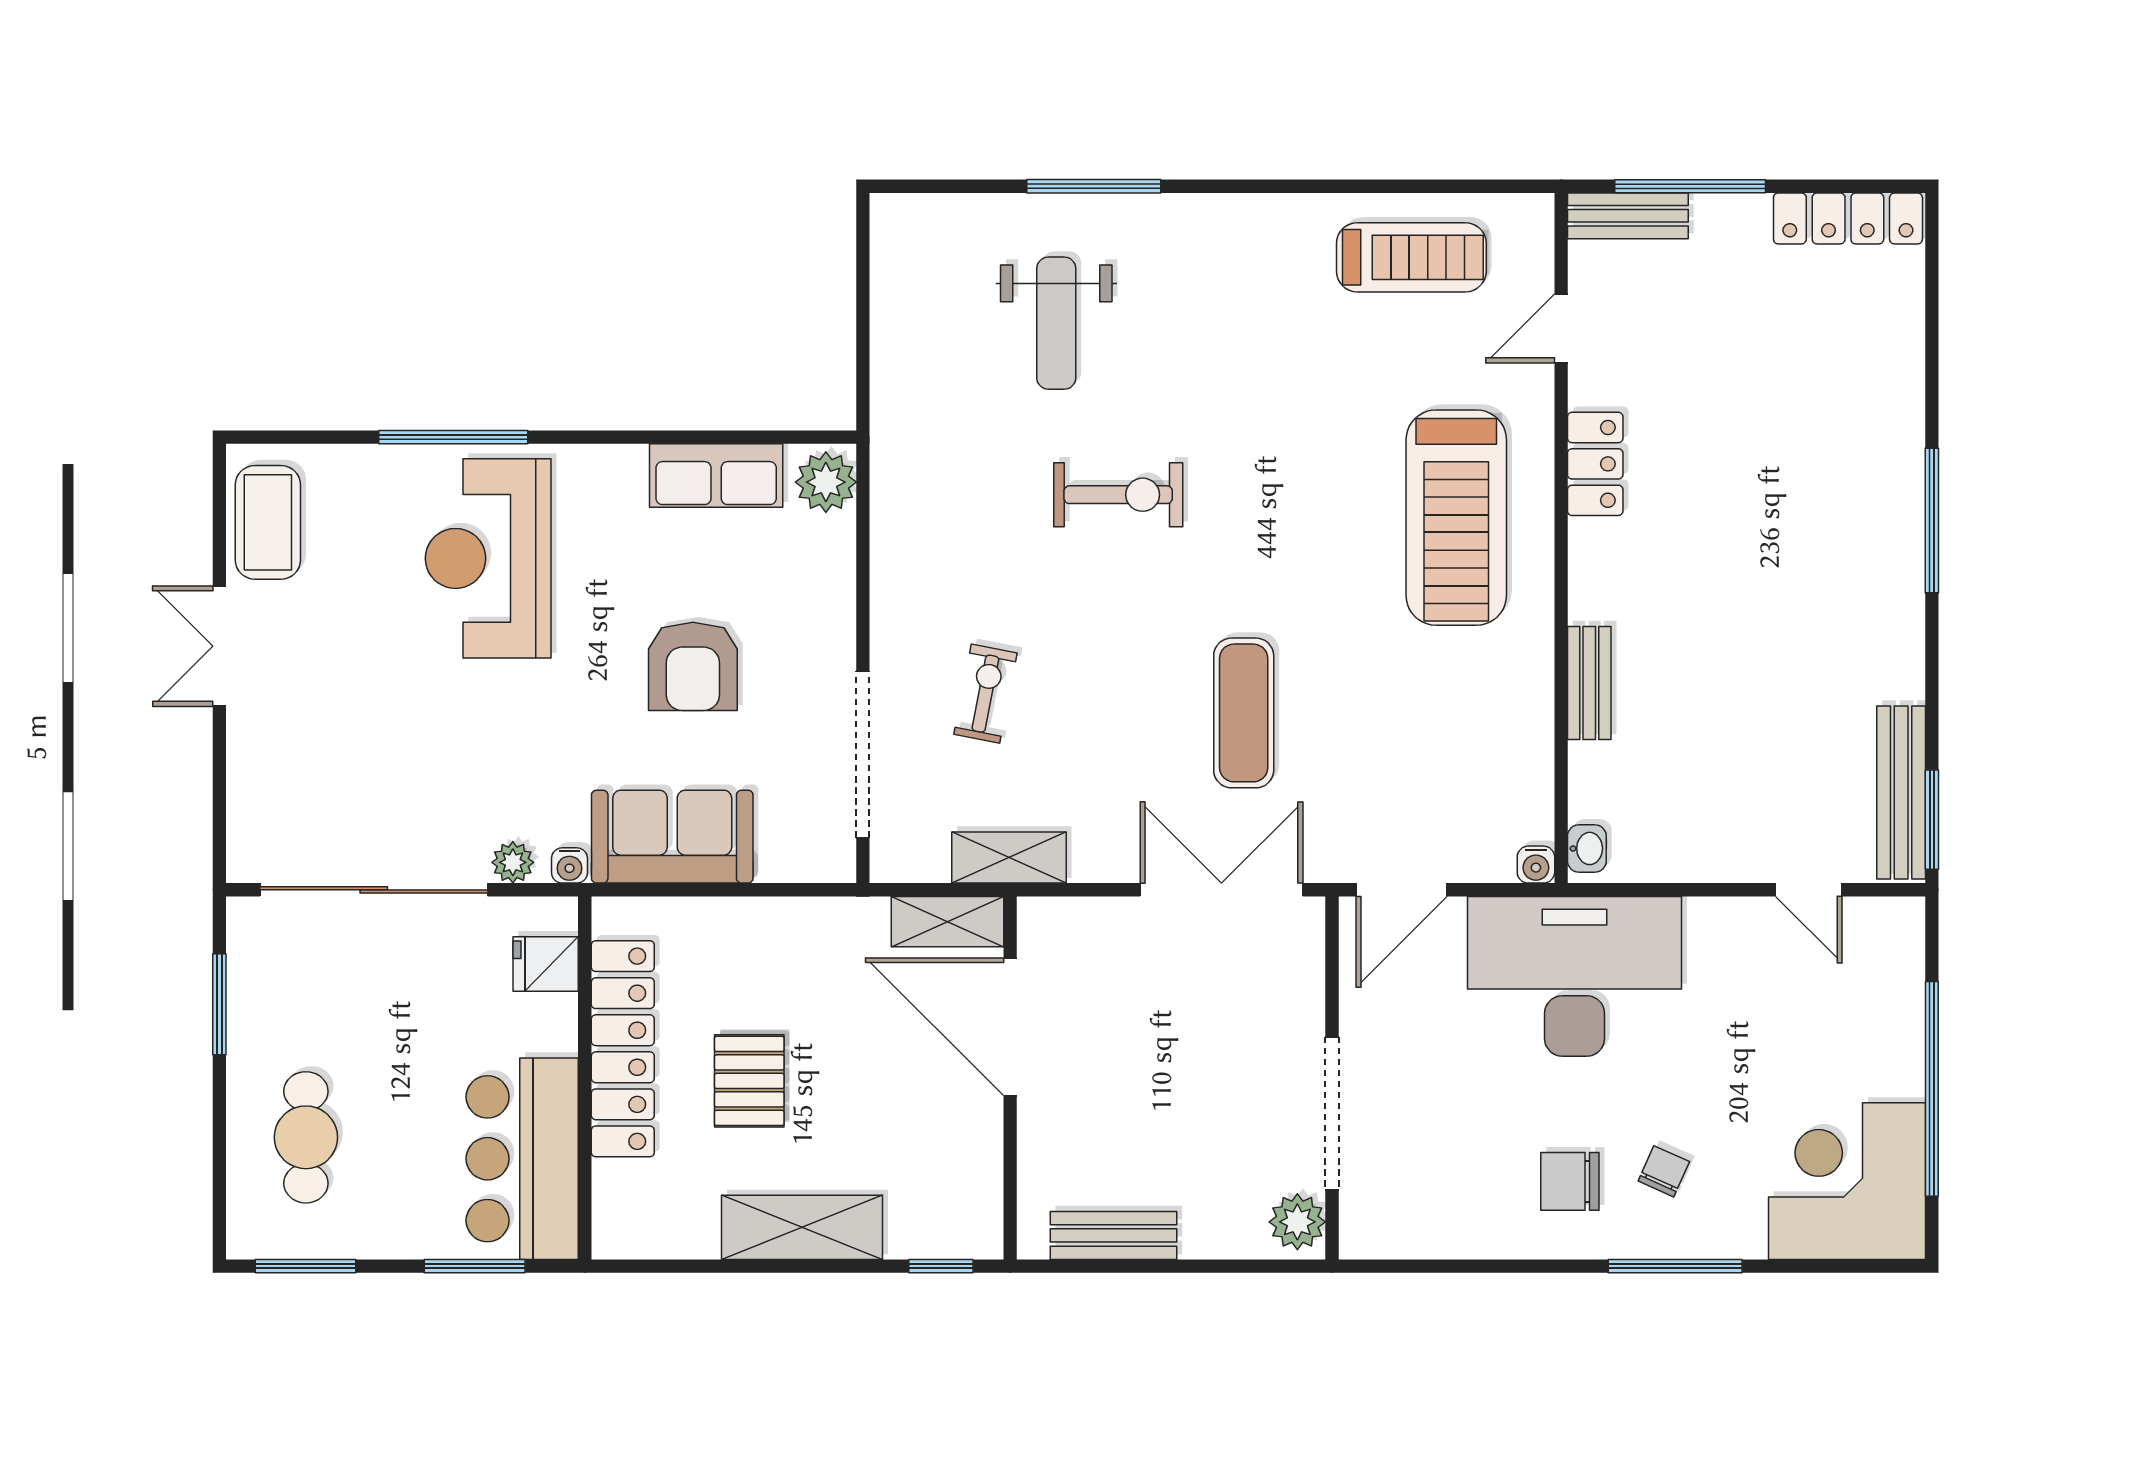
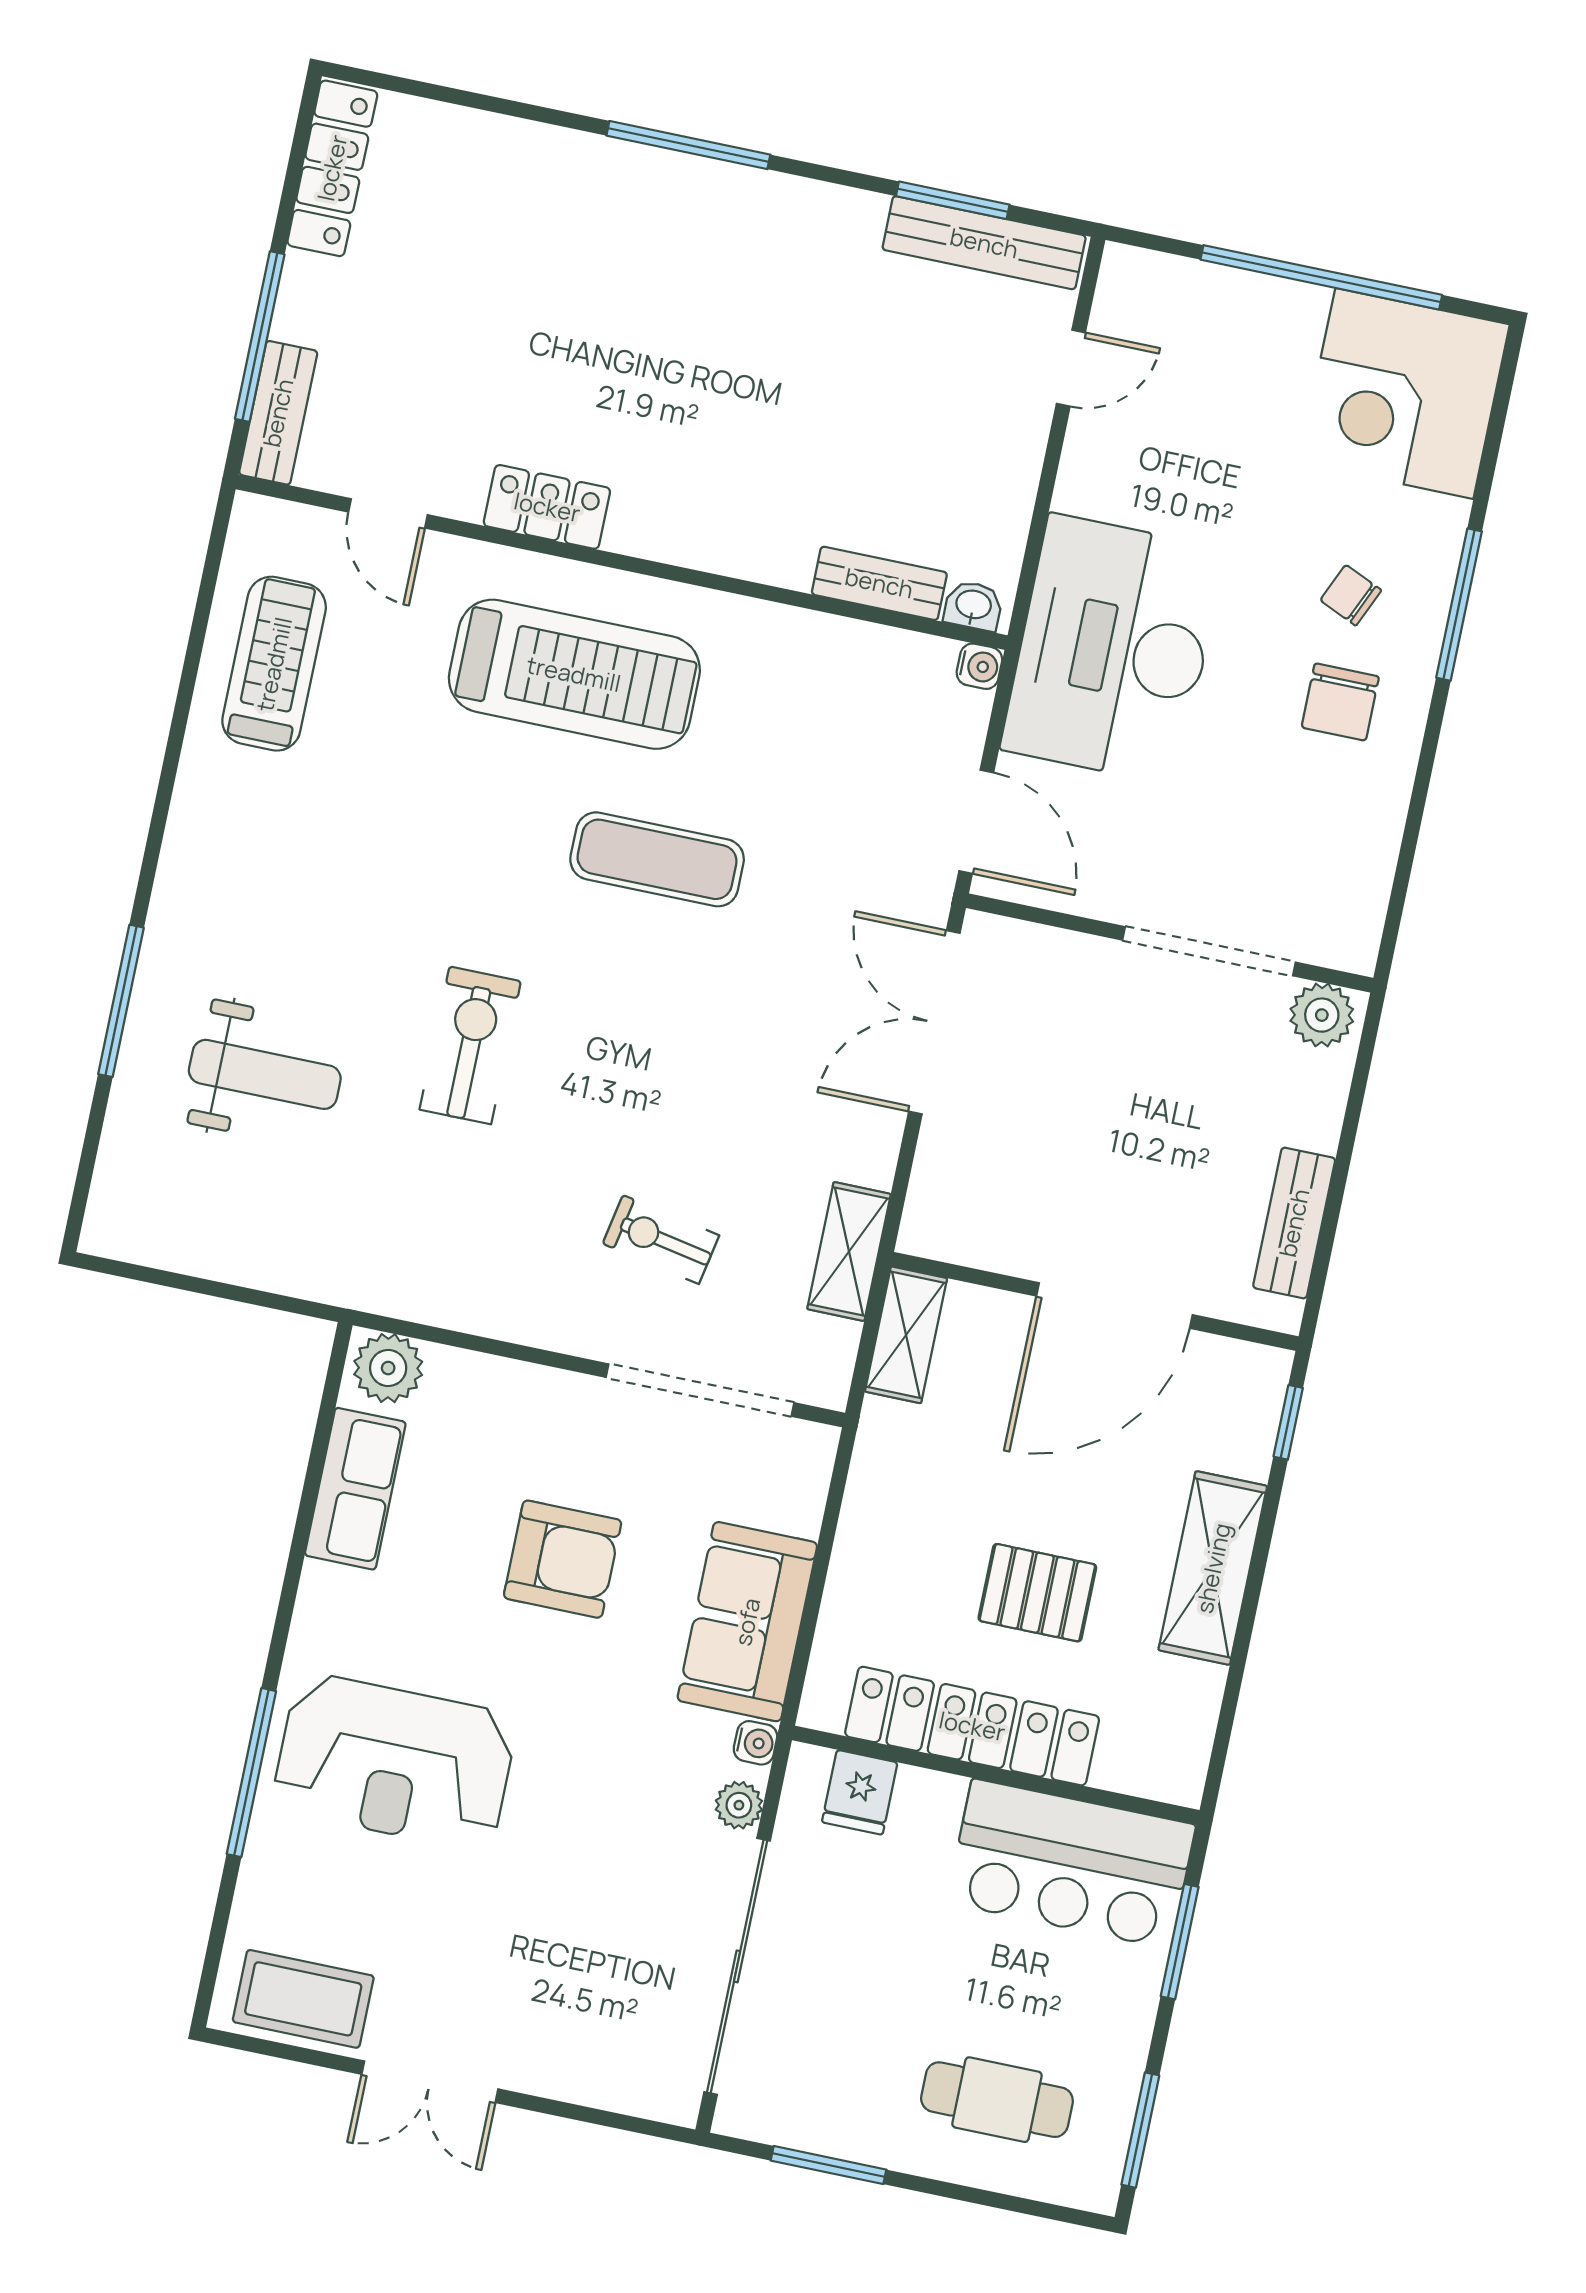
bench: (1589, 683) -> (879, 583), moved
exercise mat: (1244, 713) -> (657, 859), moved
window: (1932, 820) -> (953, 200), moved
door: (1010, 1027) -> (1114, 1305), moved

